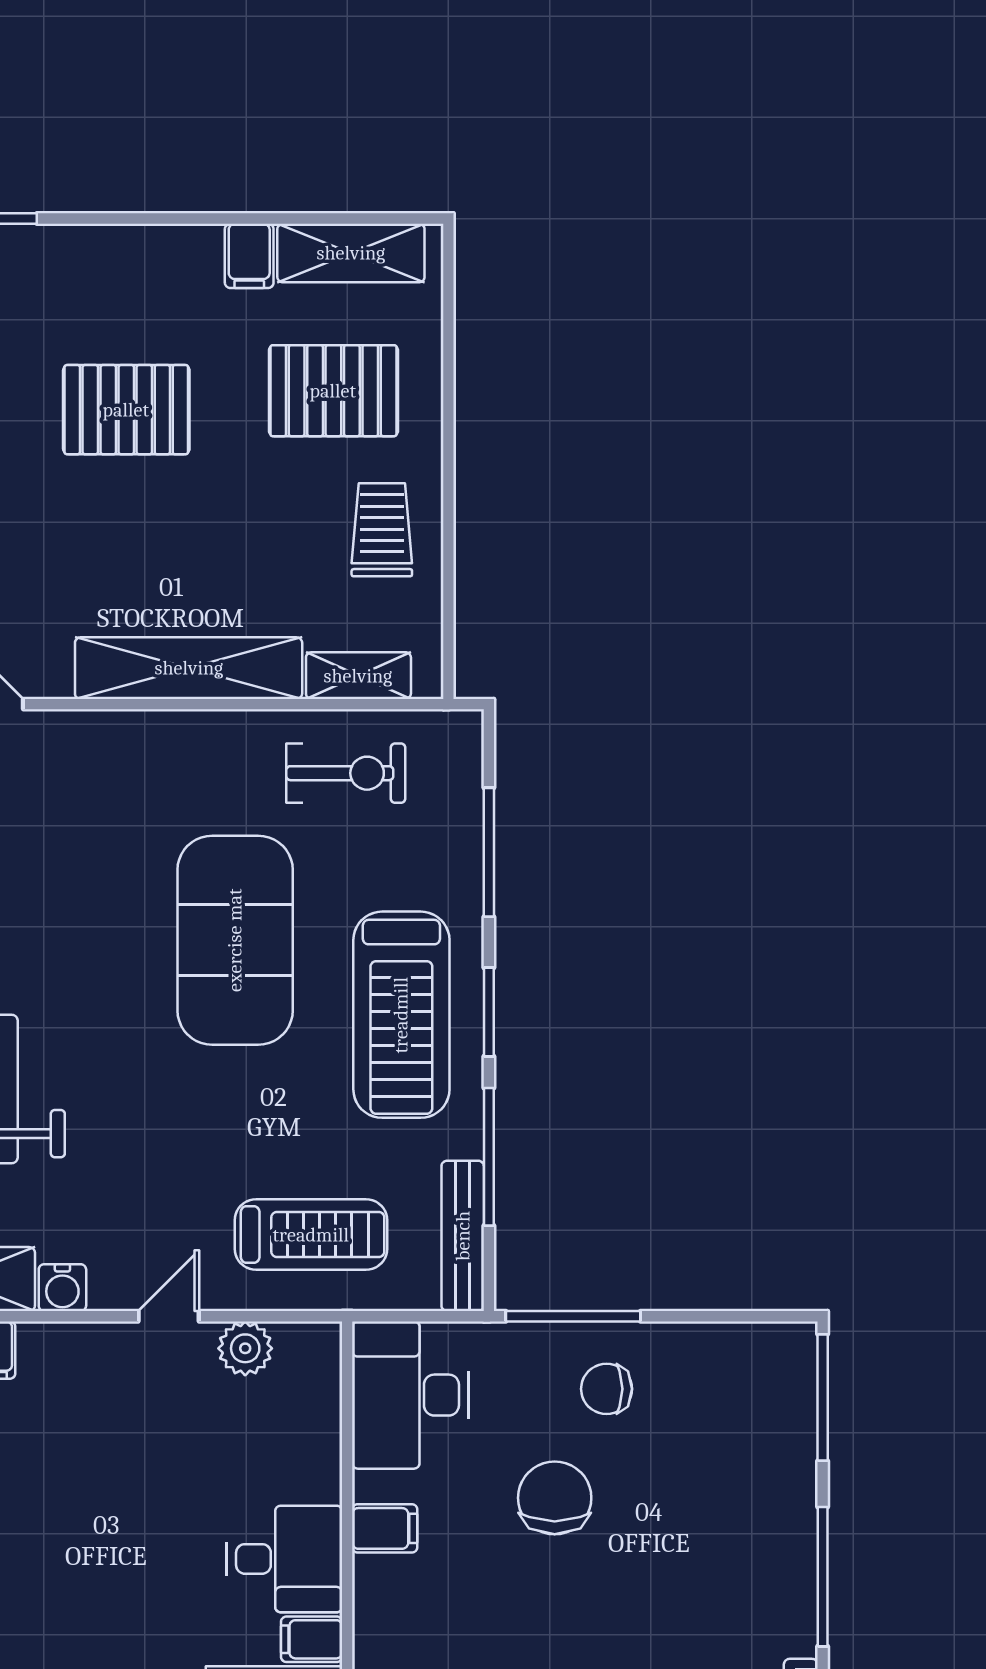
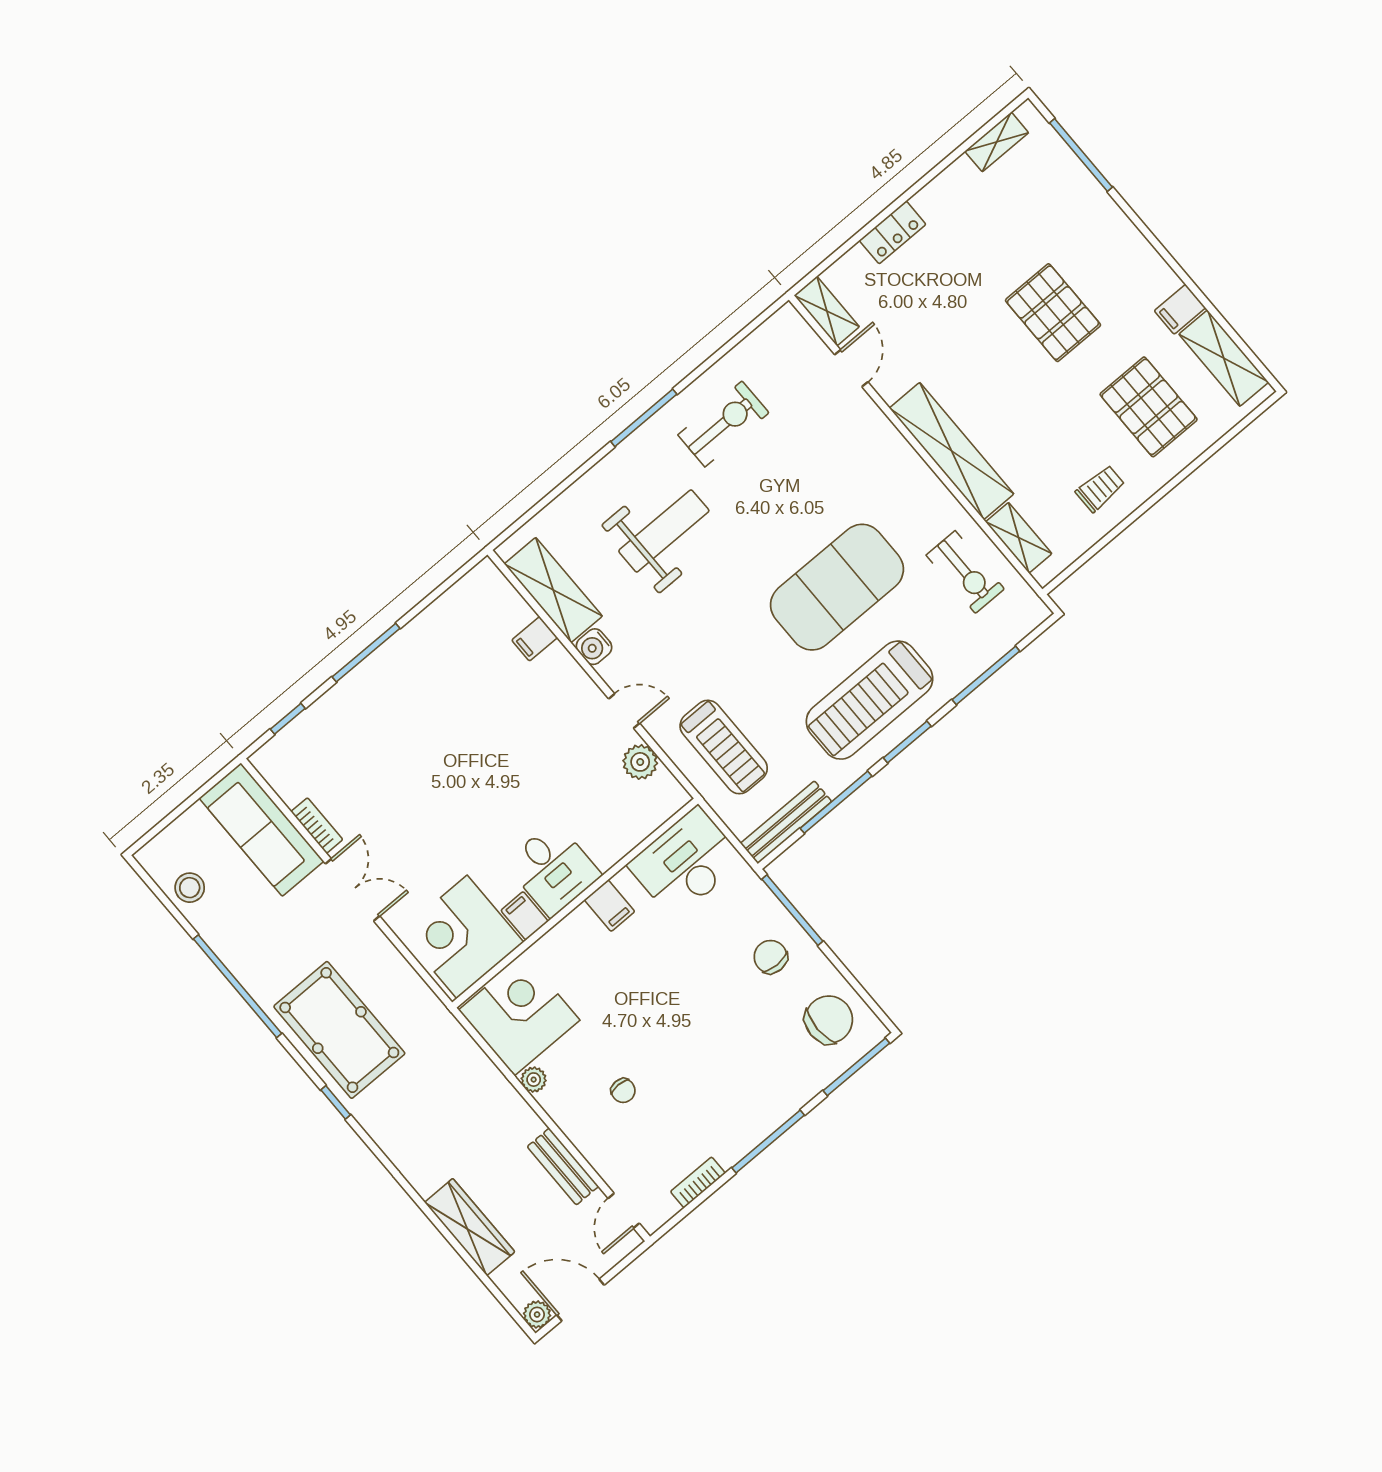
trolley: (382, 530) -> (1100, 489), width x0.73, depth x0.72
chair: (555, 1498) -> (829, 1020), moved

